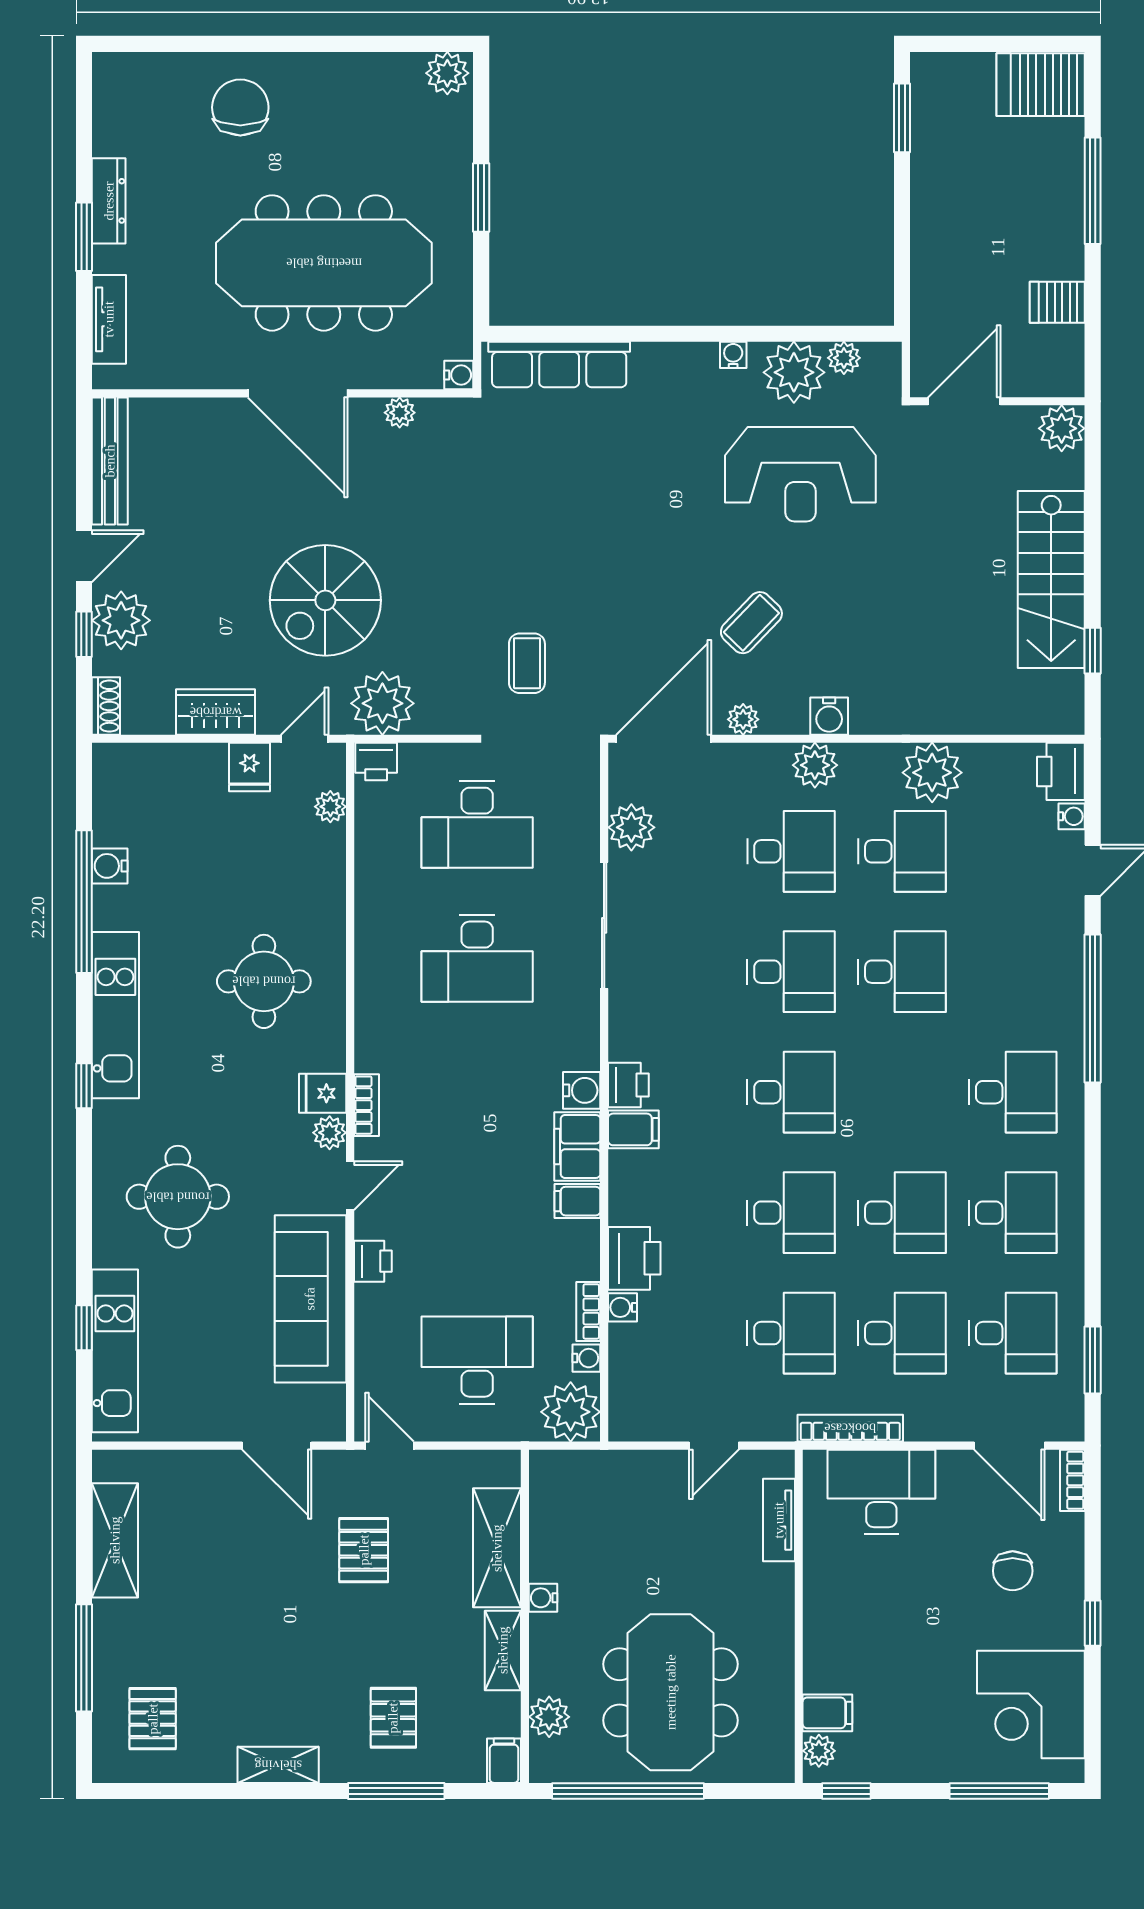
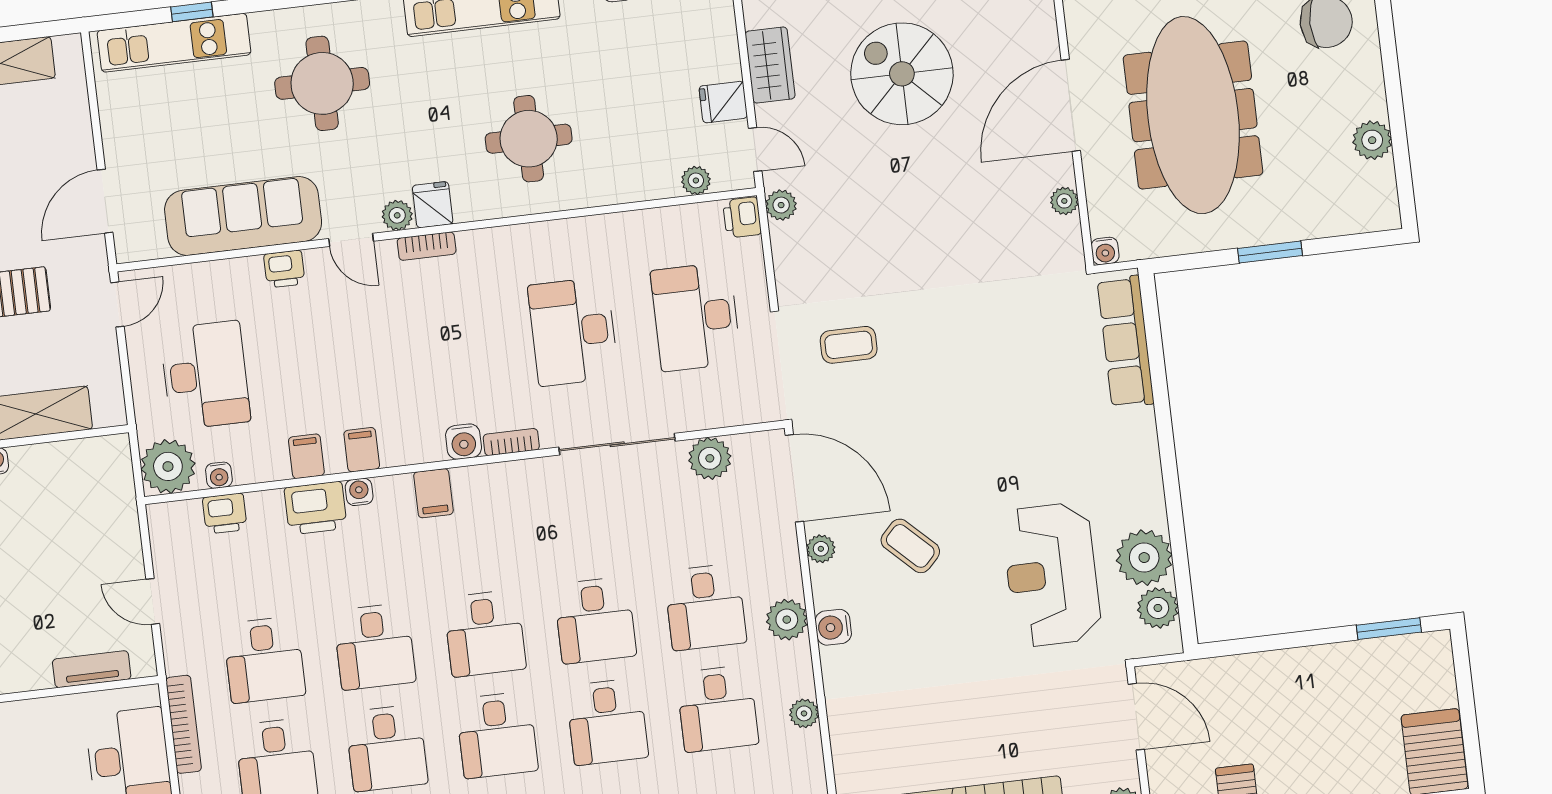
plant: (447, 73) -> (1372, 140), moved
water cooler: (733, 355) -> (1153, 500), removed
plant: (844, 358) -> (1158, 608), width x1.38, depth x1.38
spiral stairs: (325, 600) -> (902, 74), moved
plant: (382, 703) -> (781, 205), width x0.53, depth x0.53
plant: (932, 773) -> (804, 713), width x0.53, depth x0.53
printer: (628, 1085) -> (225, 513), moved
desk: (902, 1092) -> (497, 735), added
filing cabinet: (577, 1146) -> (306, 456), moved, width x0.50
water cooler: (622, 1307) -> (359, 492), moved
bookcase: (588, 1311) -> (511, 442), moved

